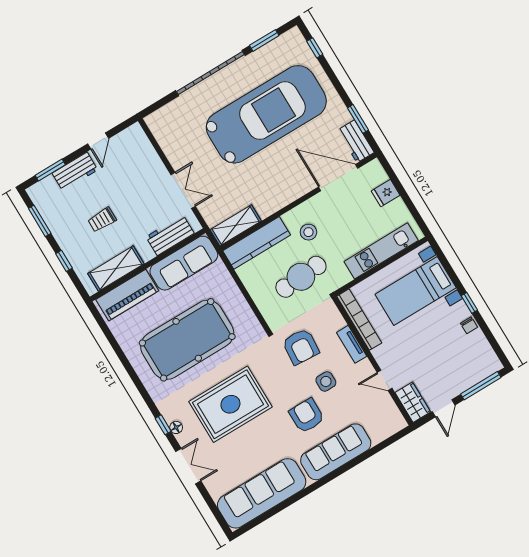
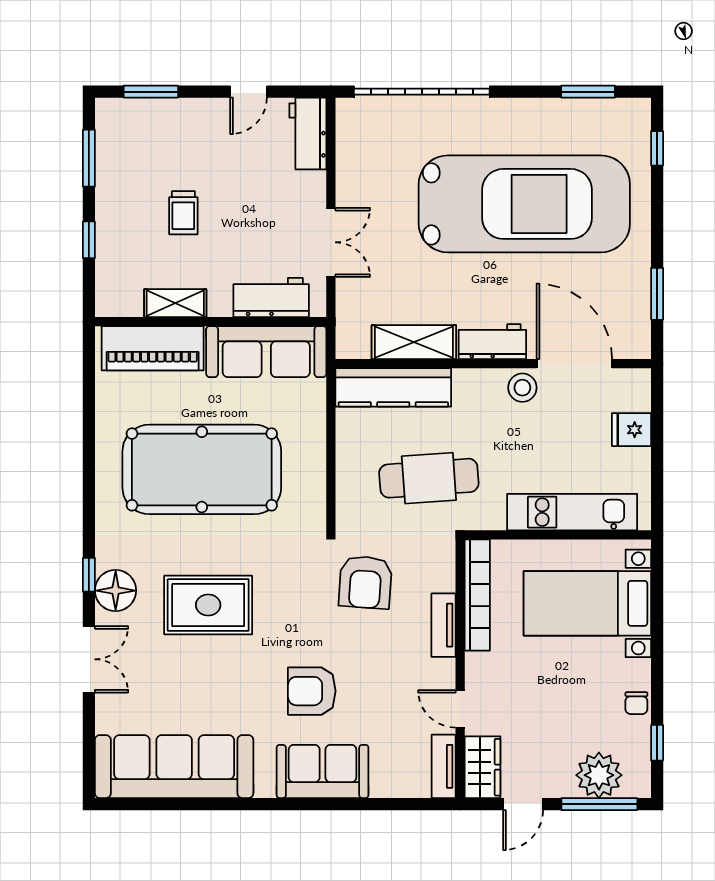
garage door: (210, 73) -> (422, 92), moved
workbench: (356, 141) -> (492, 342), moved, turned 90
workbench: (75, 171) -> (308, 133), moved, turned 90
trolley: (102, 220) -> (183, 213), turned -90
shelving: (236, 225) -> (414, 342), moved
stool: (308, 232) -> (522, 388), moved
shelving: (116, 269) -> (175, 303), width x0.67, depth x0.75
window: (469, 303) -> (657, 743), moved
plant: (472, 372) -> (599, 775), added
side table: (326, 381) -> (371, 657), removed
rug: (230, 404) -> (208, 605), width x0.73, depth x0.69
tv unit: (393, 413) -> (444, 766), added
armchair: (307, 416) -> (312, 691), turned -90
floor lamp: (176, 427) -> (116, 591), width x1.89, depth x1.89
sofa: (336, 452) -> (323, 771), width x0.73

